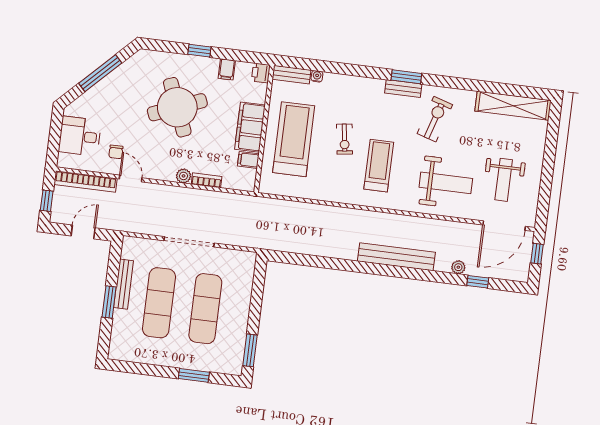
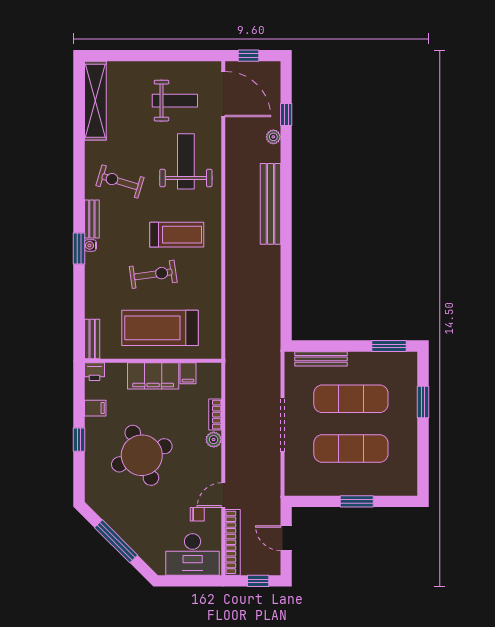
water cooler: (317, 76) -> (90, 245), moved
window: (406, 77) -> (79, 248), moved
desk: (80, 136) -> (193, 554), width x1.37
exercise bike: (345, 139) -> (153, 274), width x1.38, depth x1.39
treadmill: (379, 166) -> (177, 235), turned 180
bench: (124, 284) -> (321, 359), moved

